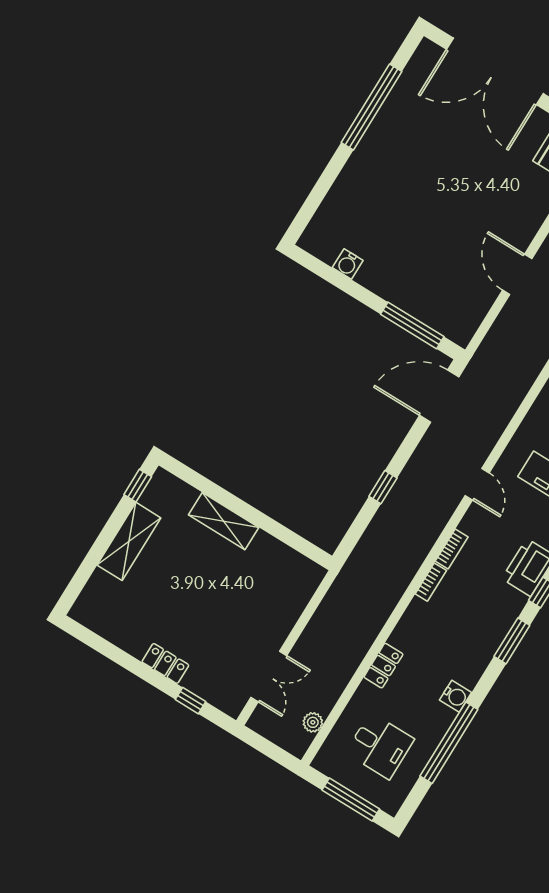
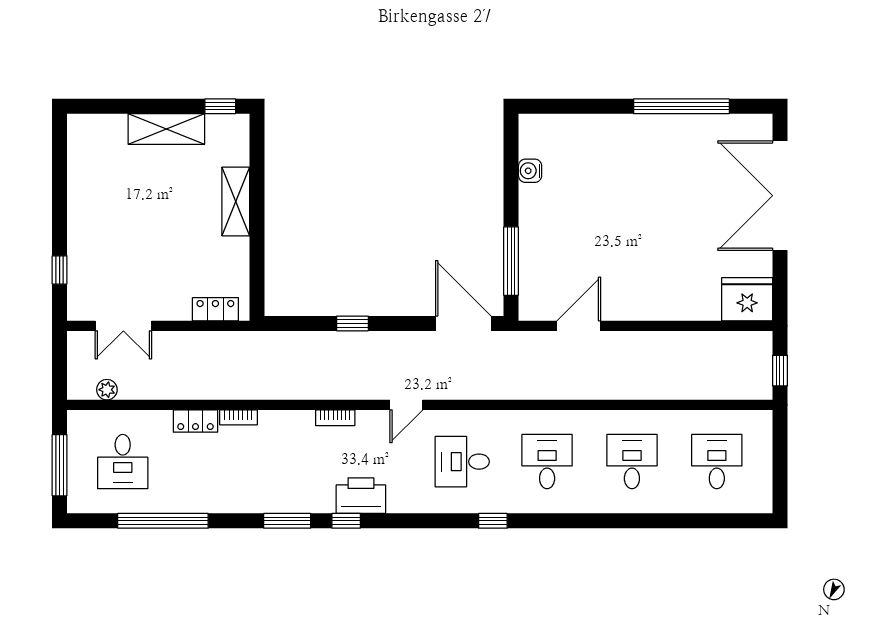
door: (517, 274) -> (579, 326), moved
bookcase: (431, 582) -> (238, 417), moved
locker: (165, 663) -> (215, 309), moved, turned -90
water cooler: (456, 696) -> (208, 501), removed

